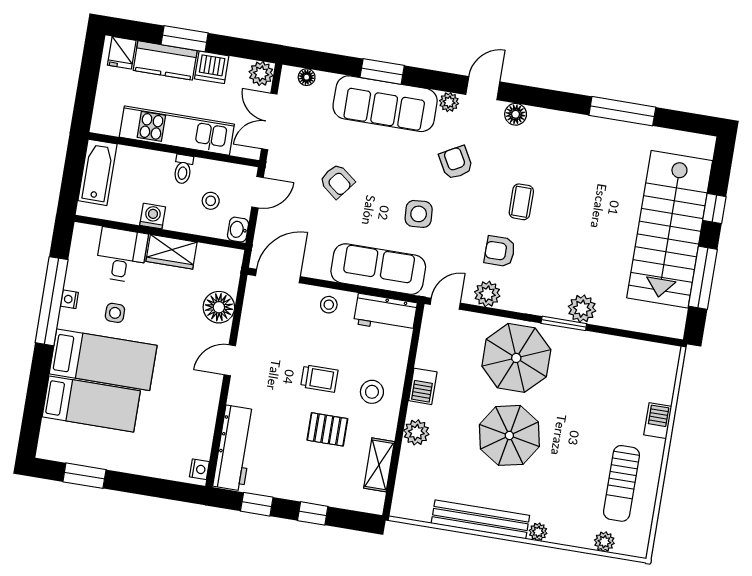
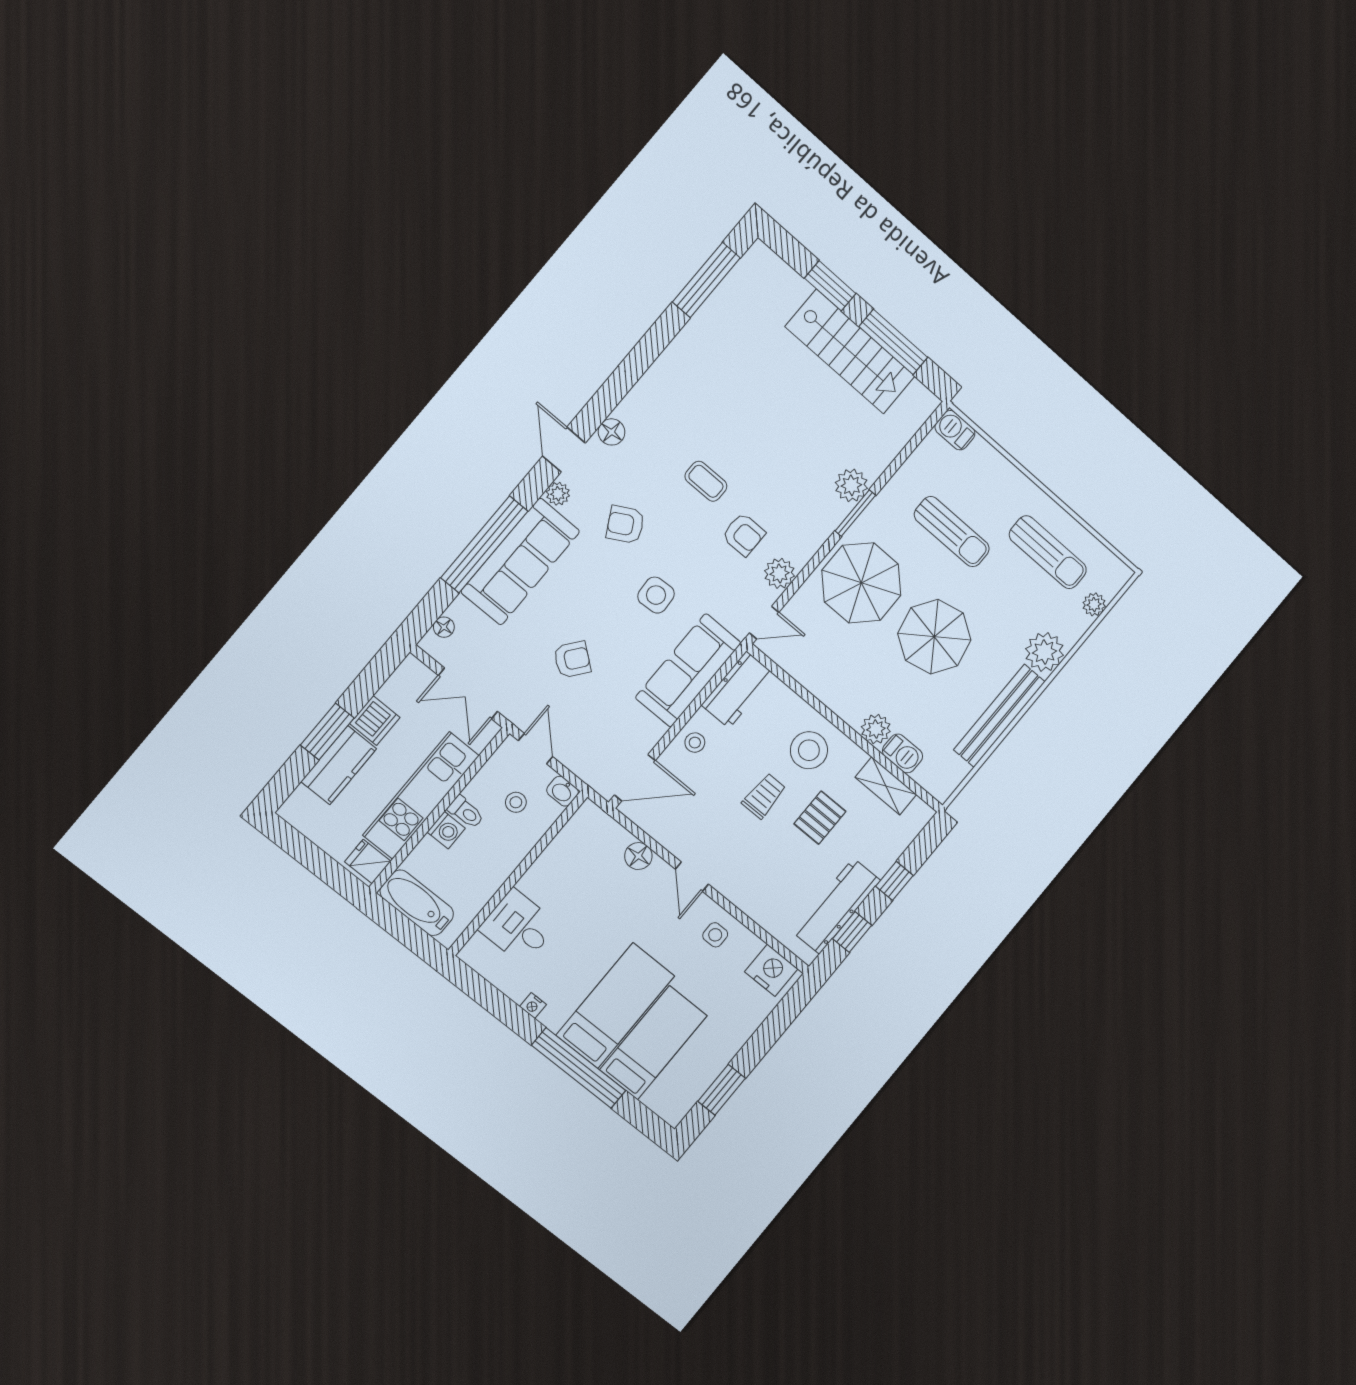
fridge: (122, 53) -> (368, 862), moved, turned 180
window: (382, 71) -> (484, 544), width x2.11
plant: (261, 74) -> (412, 673), removed
window: (622, 111) -> (706, 280), moved
window: (714, 208) -> (830, 286), width x1.50
washing machine: (153, 216) -> (446, 830), moved, turned 180
stairs: (670, 229) -> (850, 352), width x0.73, depth x0.66
armchair: (500, 251) -> (744, 534), turned -90
wardrobe: (172, 252) -> (545, 873), removed
door: (278, 276) -> (635, 778), swing flipped
window: (52, 301) -> (579, 1068), moved
door: (445, 304) -> (764, 623), swing flipped
floor lamp: (219, 307) -> (638, 856), width x0.73, depth x0.73
side table: (115, 313) -> (715, 935), moved
barbecue: (423, 386) -> (902, 753), moved
stool: (372, 392) -> (809, 750), width x1.38, depth x1.38
sun lounger: (593, 402) -> (952, 532), added
barbecue: (658, 421) -> (955, 430), moved
workbench: (234, 448) -> (837, 906), moved, turned -90
nightstand: (199, 469) -> (771, 970), width x1.89, depth x1.79
plant: (538, 532) -> (1045, 652), width x1.88, depth x1.88

